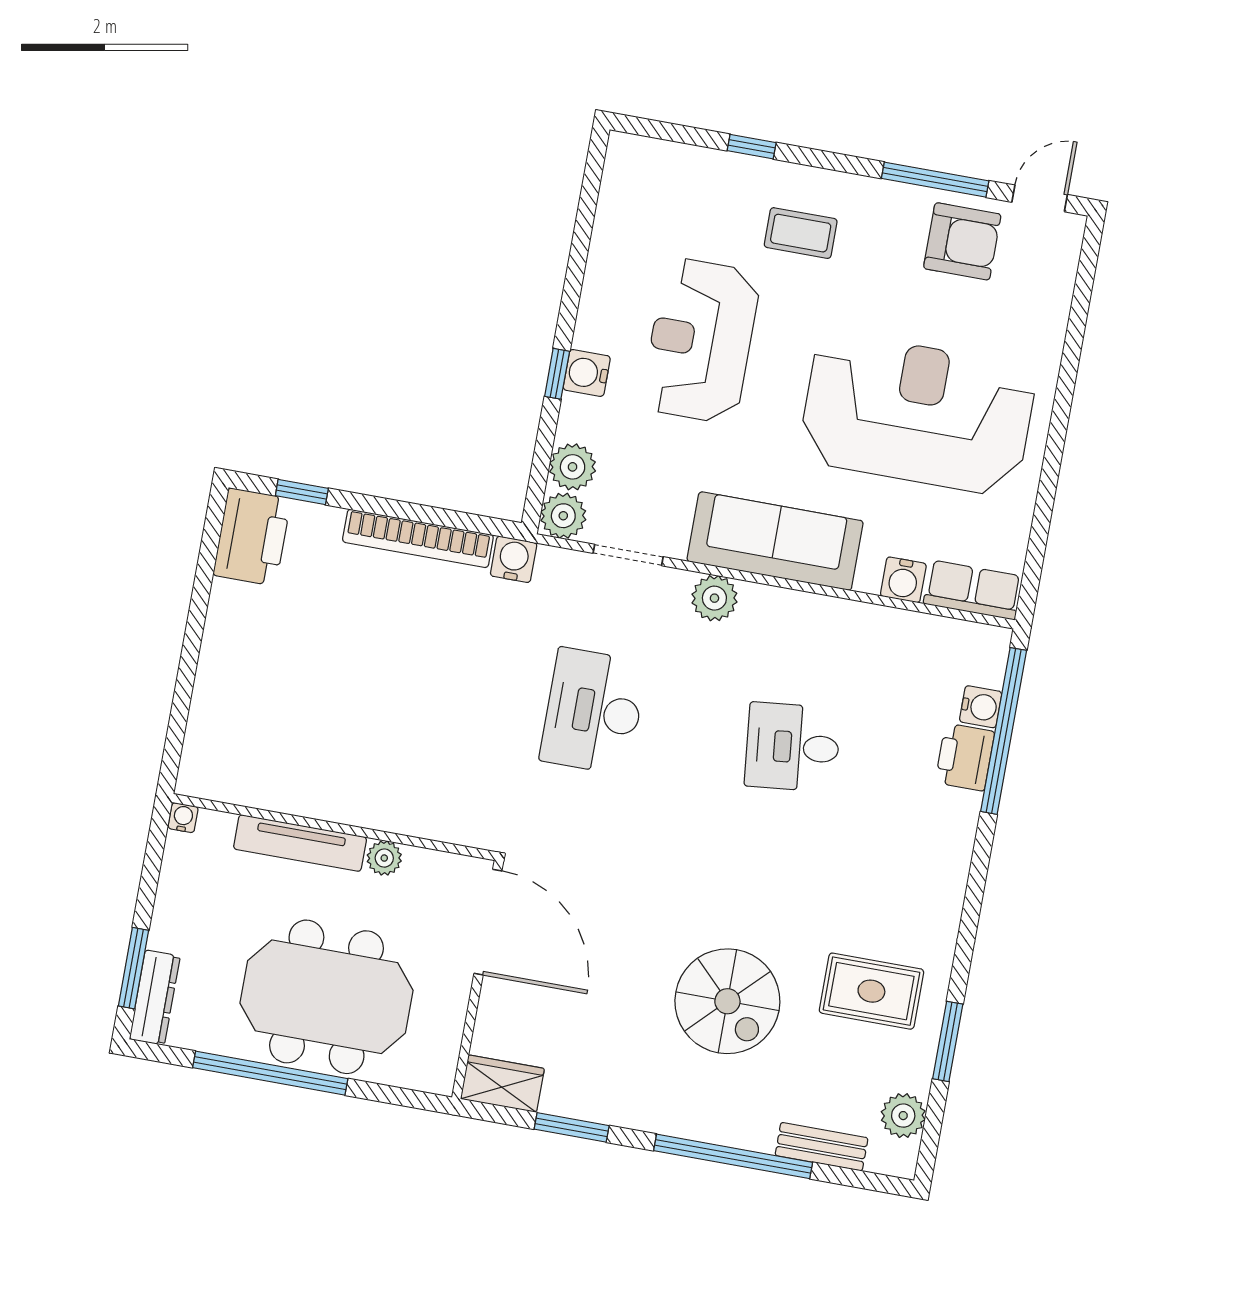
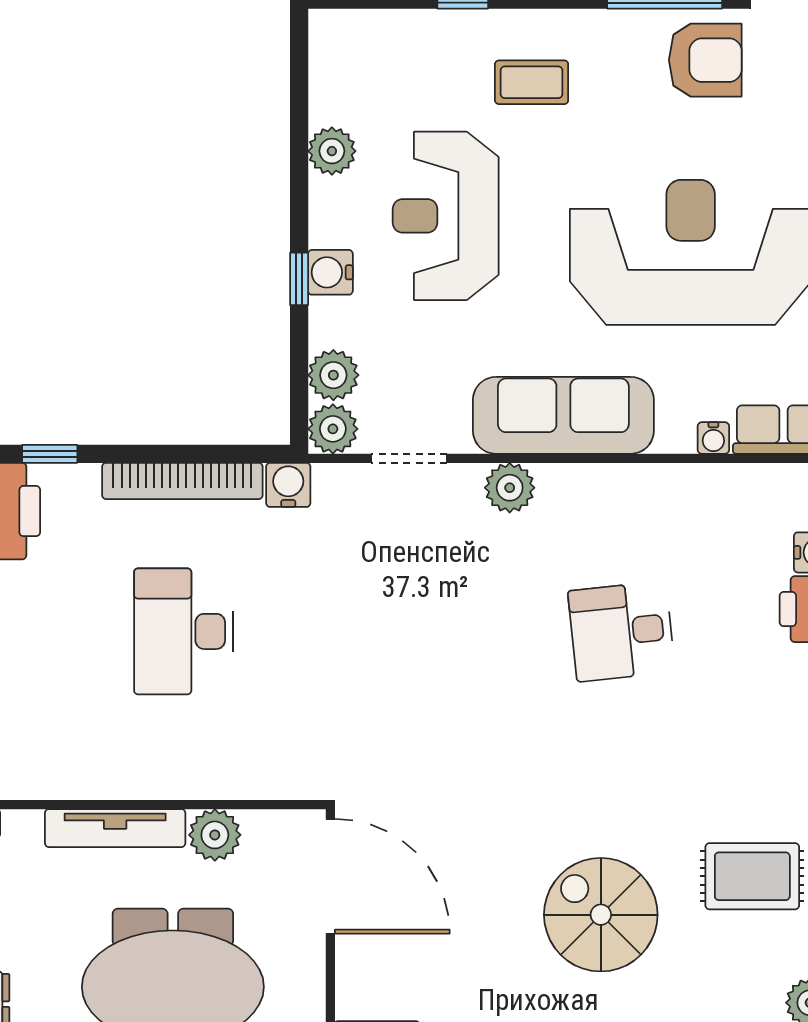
plant: (608, 263) -> (332, 151), added
water cooler: (903, 580) -> (713, 438), width x0.72, depth x0.72
desk: (593, 711) -> (184, 631), moved
plant: (384, 858) -> (215, 835), width x1.38, depth x1.38
spiral stairs: (727, 1001) -> (601, 915), turned 180

